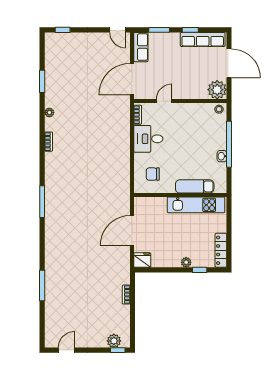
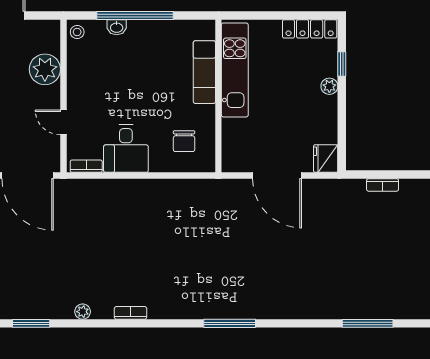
plant: (217, 90) -> (45, 69), moved
washbasin: (222, 156) -> (117, 27), moved

